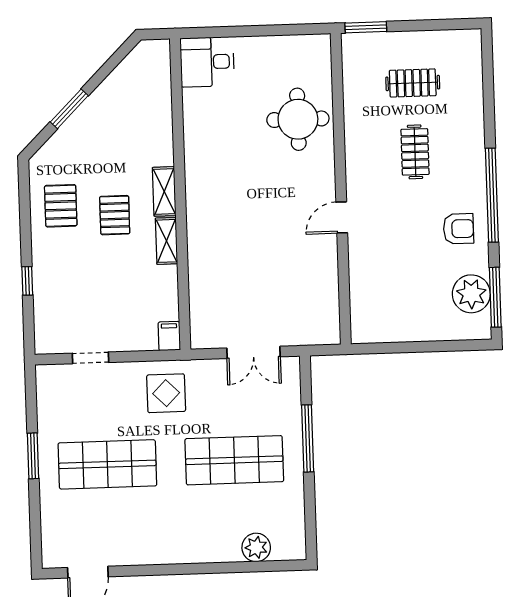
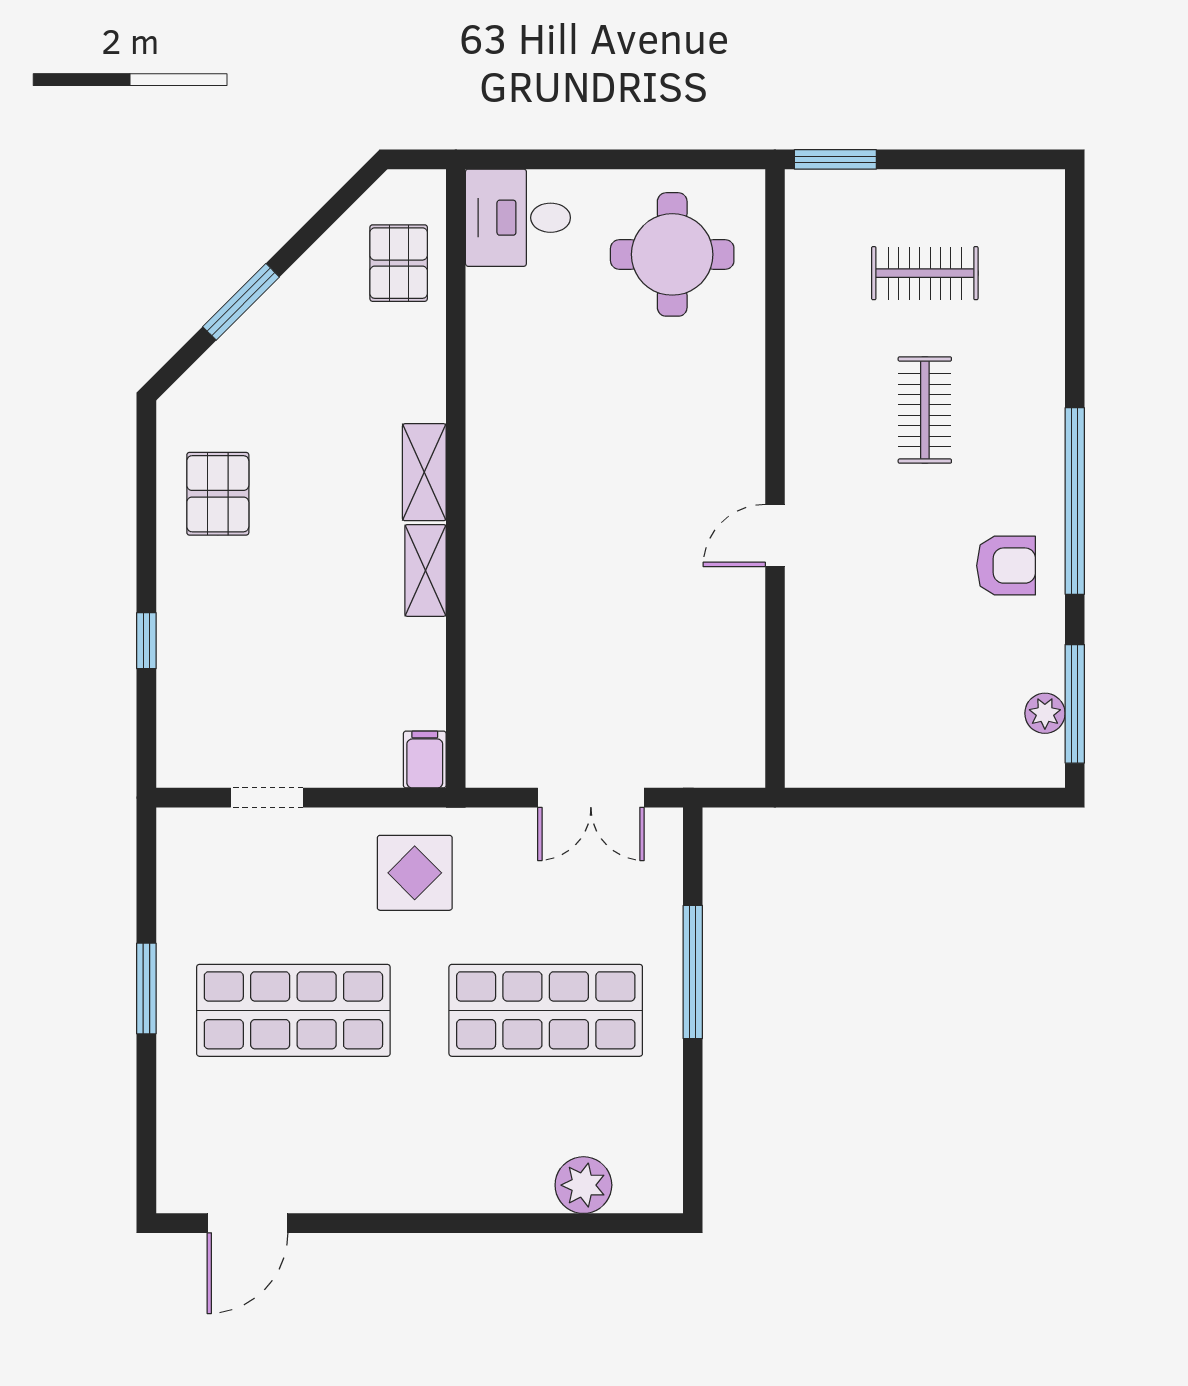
round table: (298, 119) -> (672, 254), moved
pallet: (115, 215) -> (399, 263), moved
plant: (471, 294) -> (1045, 713), width x0.53, depth x0.53

